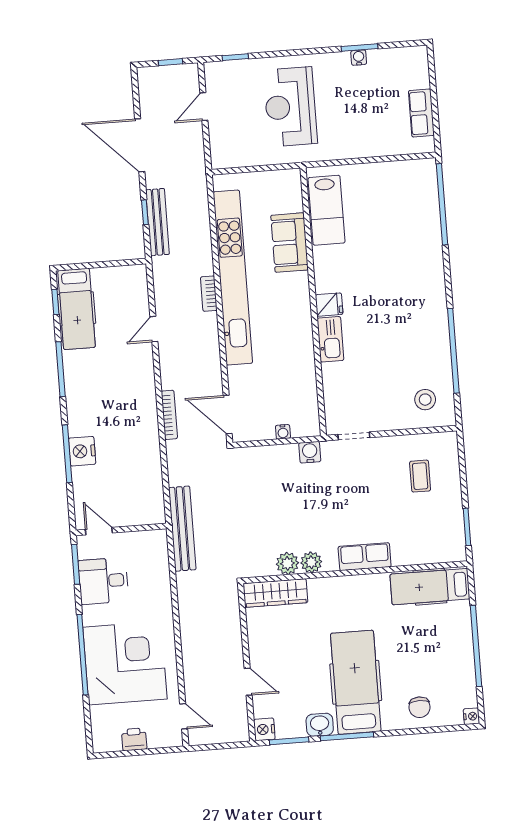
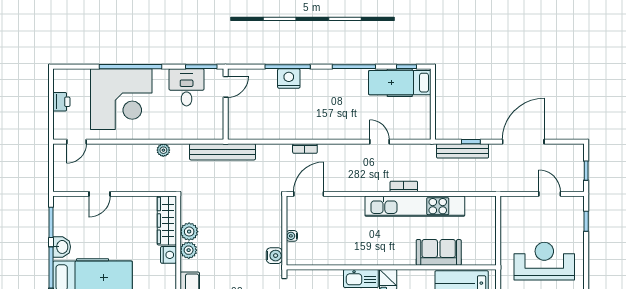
kitchen unit: (233, 278) -> (415, 206), width x0.73
bookcase: (169, 415) -> (305, 149), width x0.64
plant: (186, 604) -> (163, 150), added
nightstand: (264, 729) -> (169, 255), moved, turned 90

